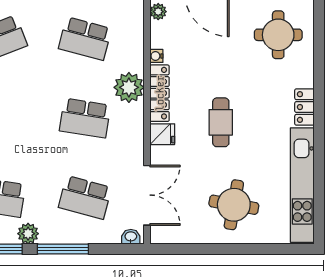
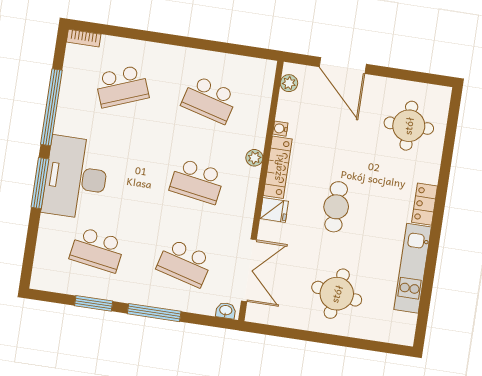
plant: (129, 87) -> (254, 158), width x0.53, depth x0.53
kitchen unit: (302, 185) -> (413, 268), width x0.73
plant: (28, 234) -> (121, 291), removed

